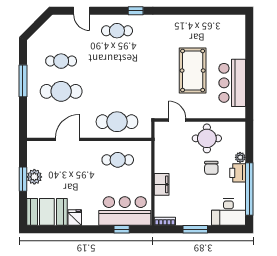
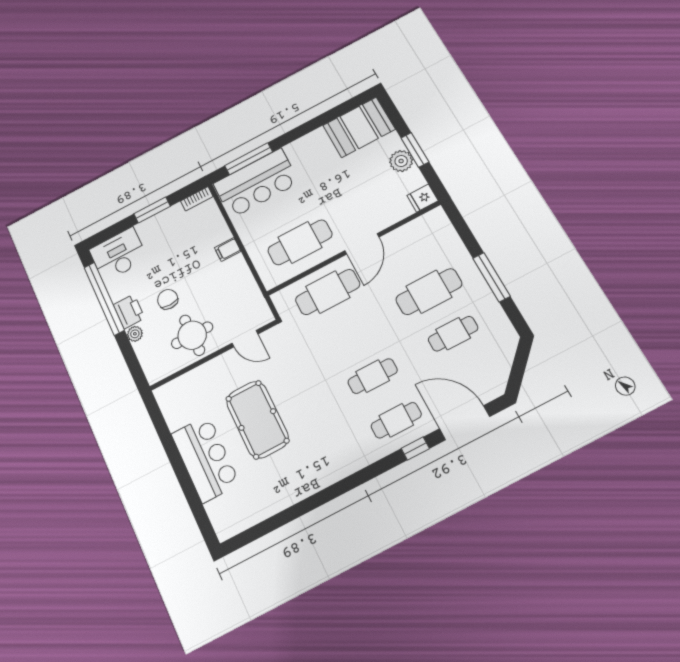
door: (82, 11) -> (465, 423), width x1.88
window: (136, 11) -> (415, 449), moved
cafe table: (117, 61) -> (373, 376), added
bar counter: (232, 83) -> (205, 459), moved
door: (67, 139) -> (362, 244), moved
cafe table: (118, 160) -> (300, 242), width x1.37, depth x1.35
filing cabinet: (162, 184) -> (228, 249), width x0.50
fridge: (75, 218) -> (423, 198), moved, turned 90
window: (122, 229) -> (249, 159), width x2.17

